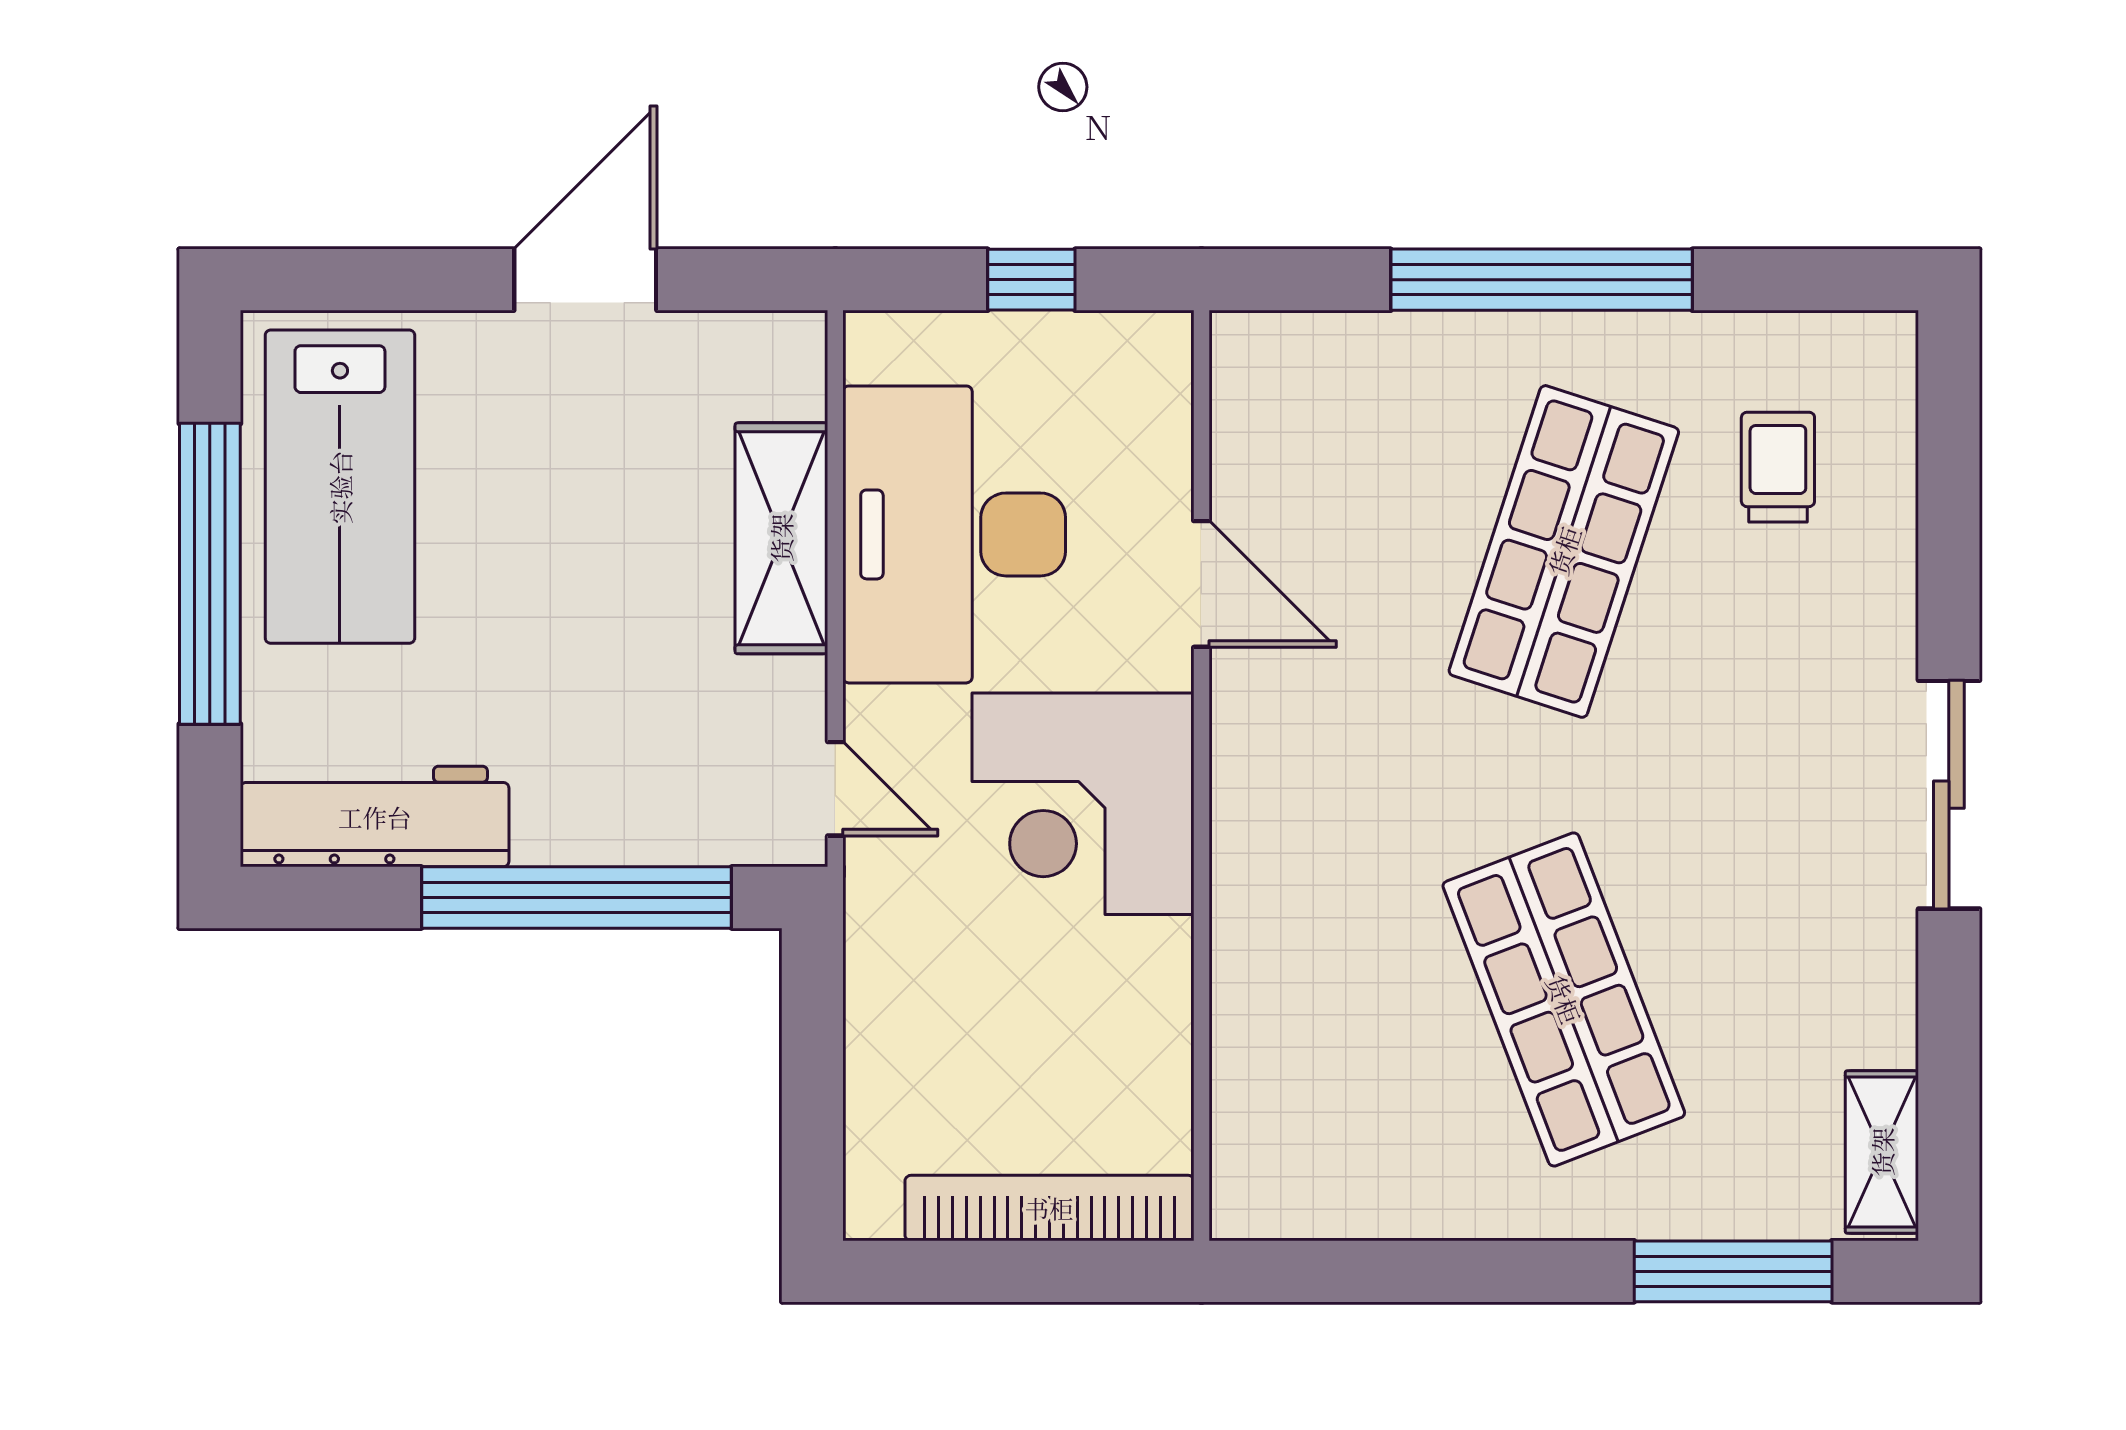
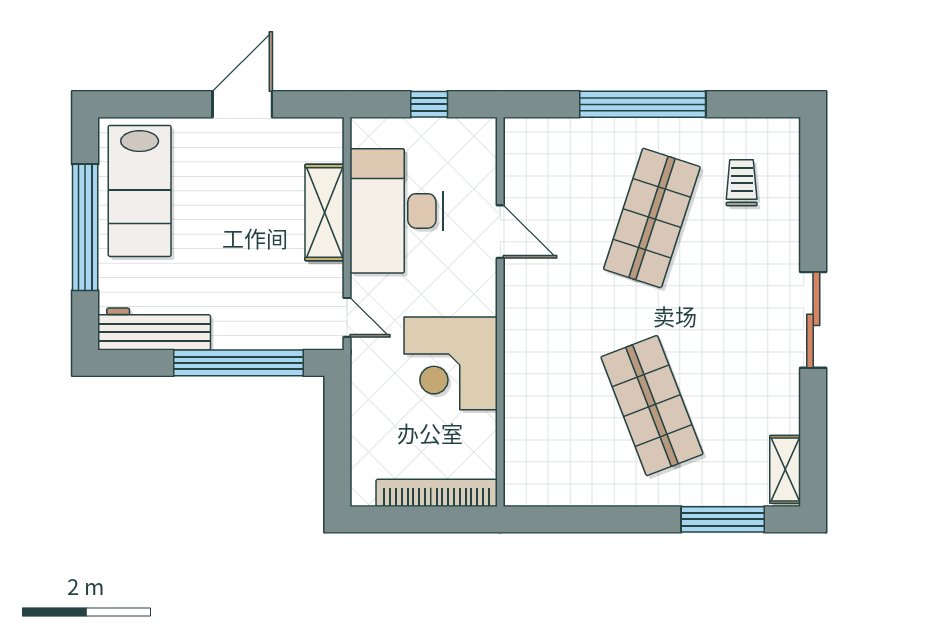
corner desk: (1083, 804) -> (451, 363), moved

